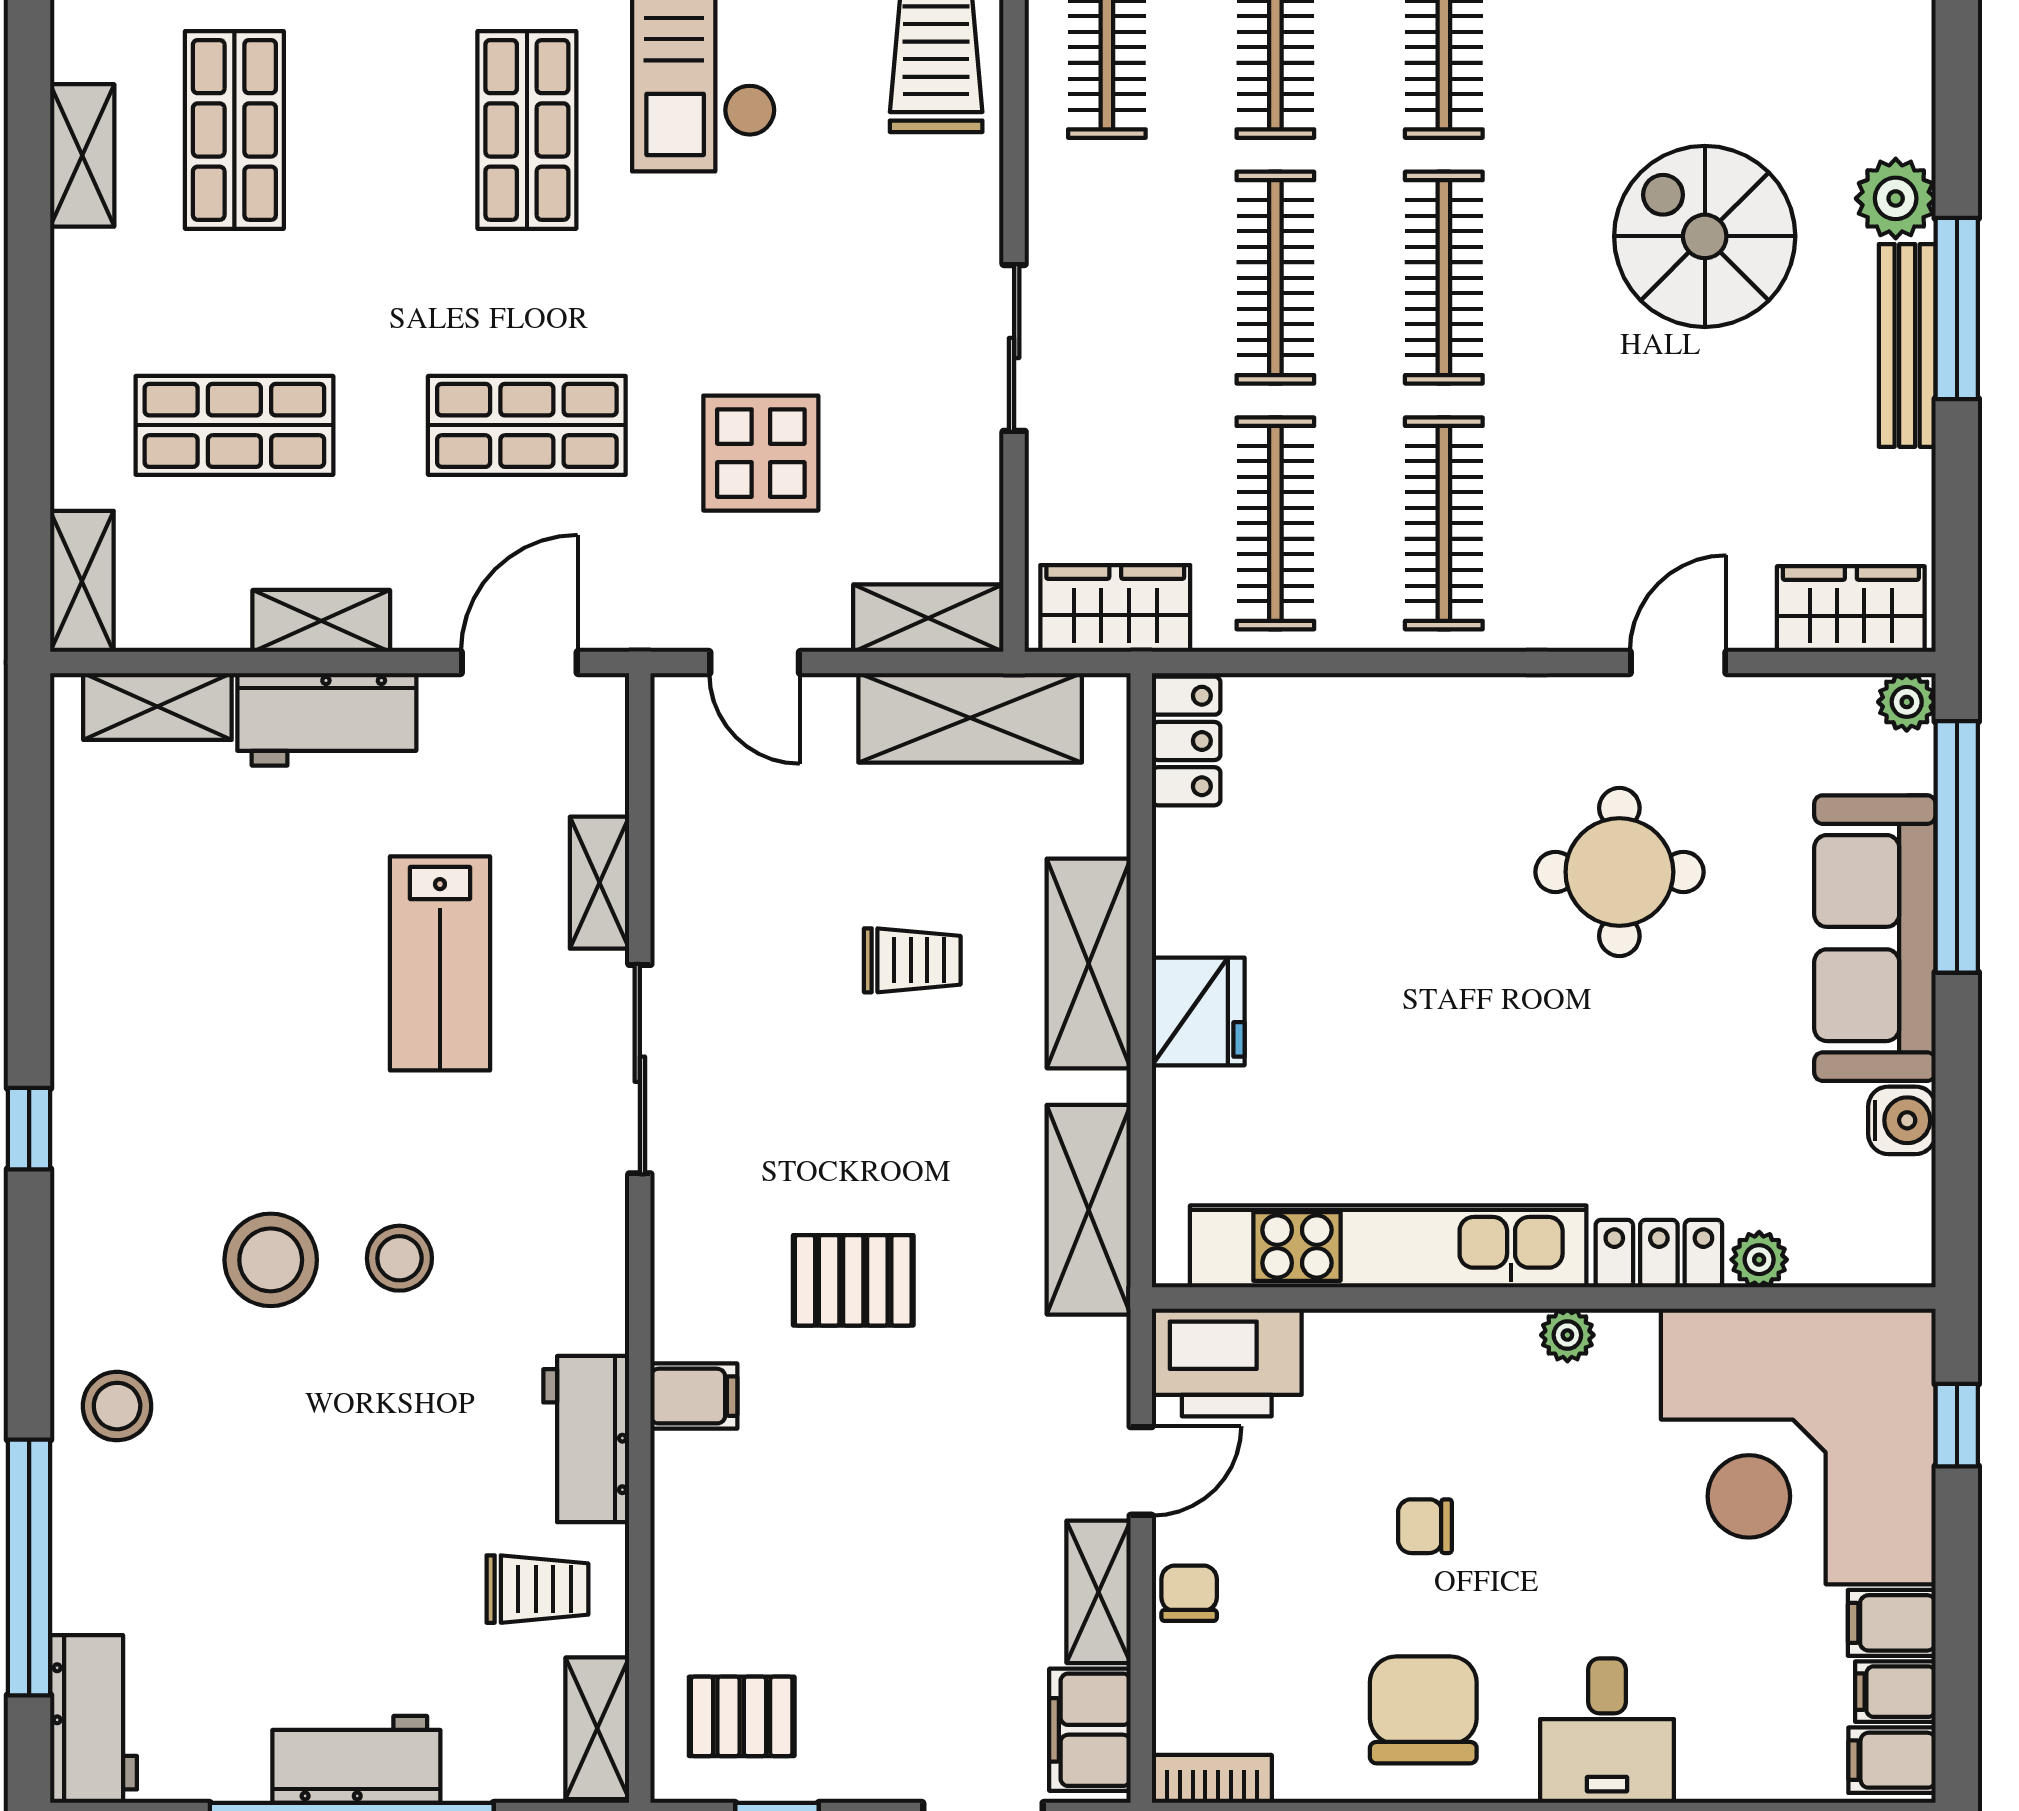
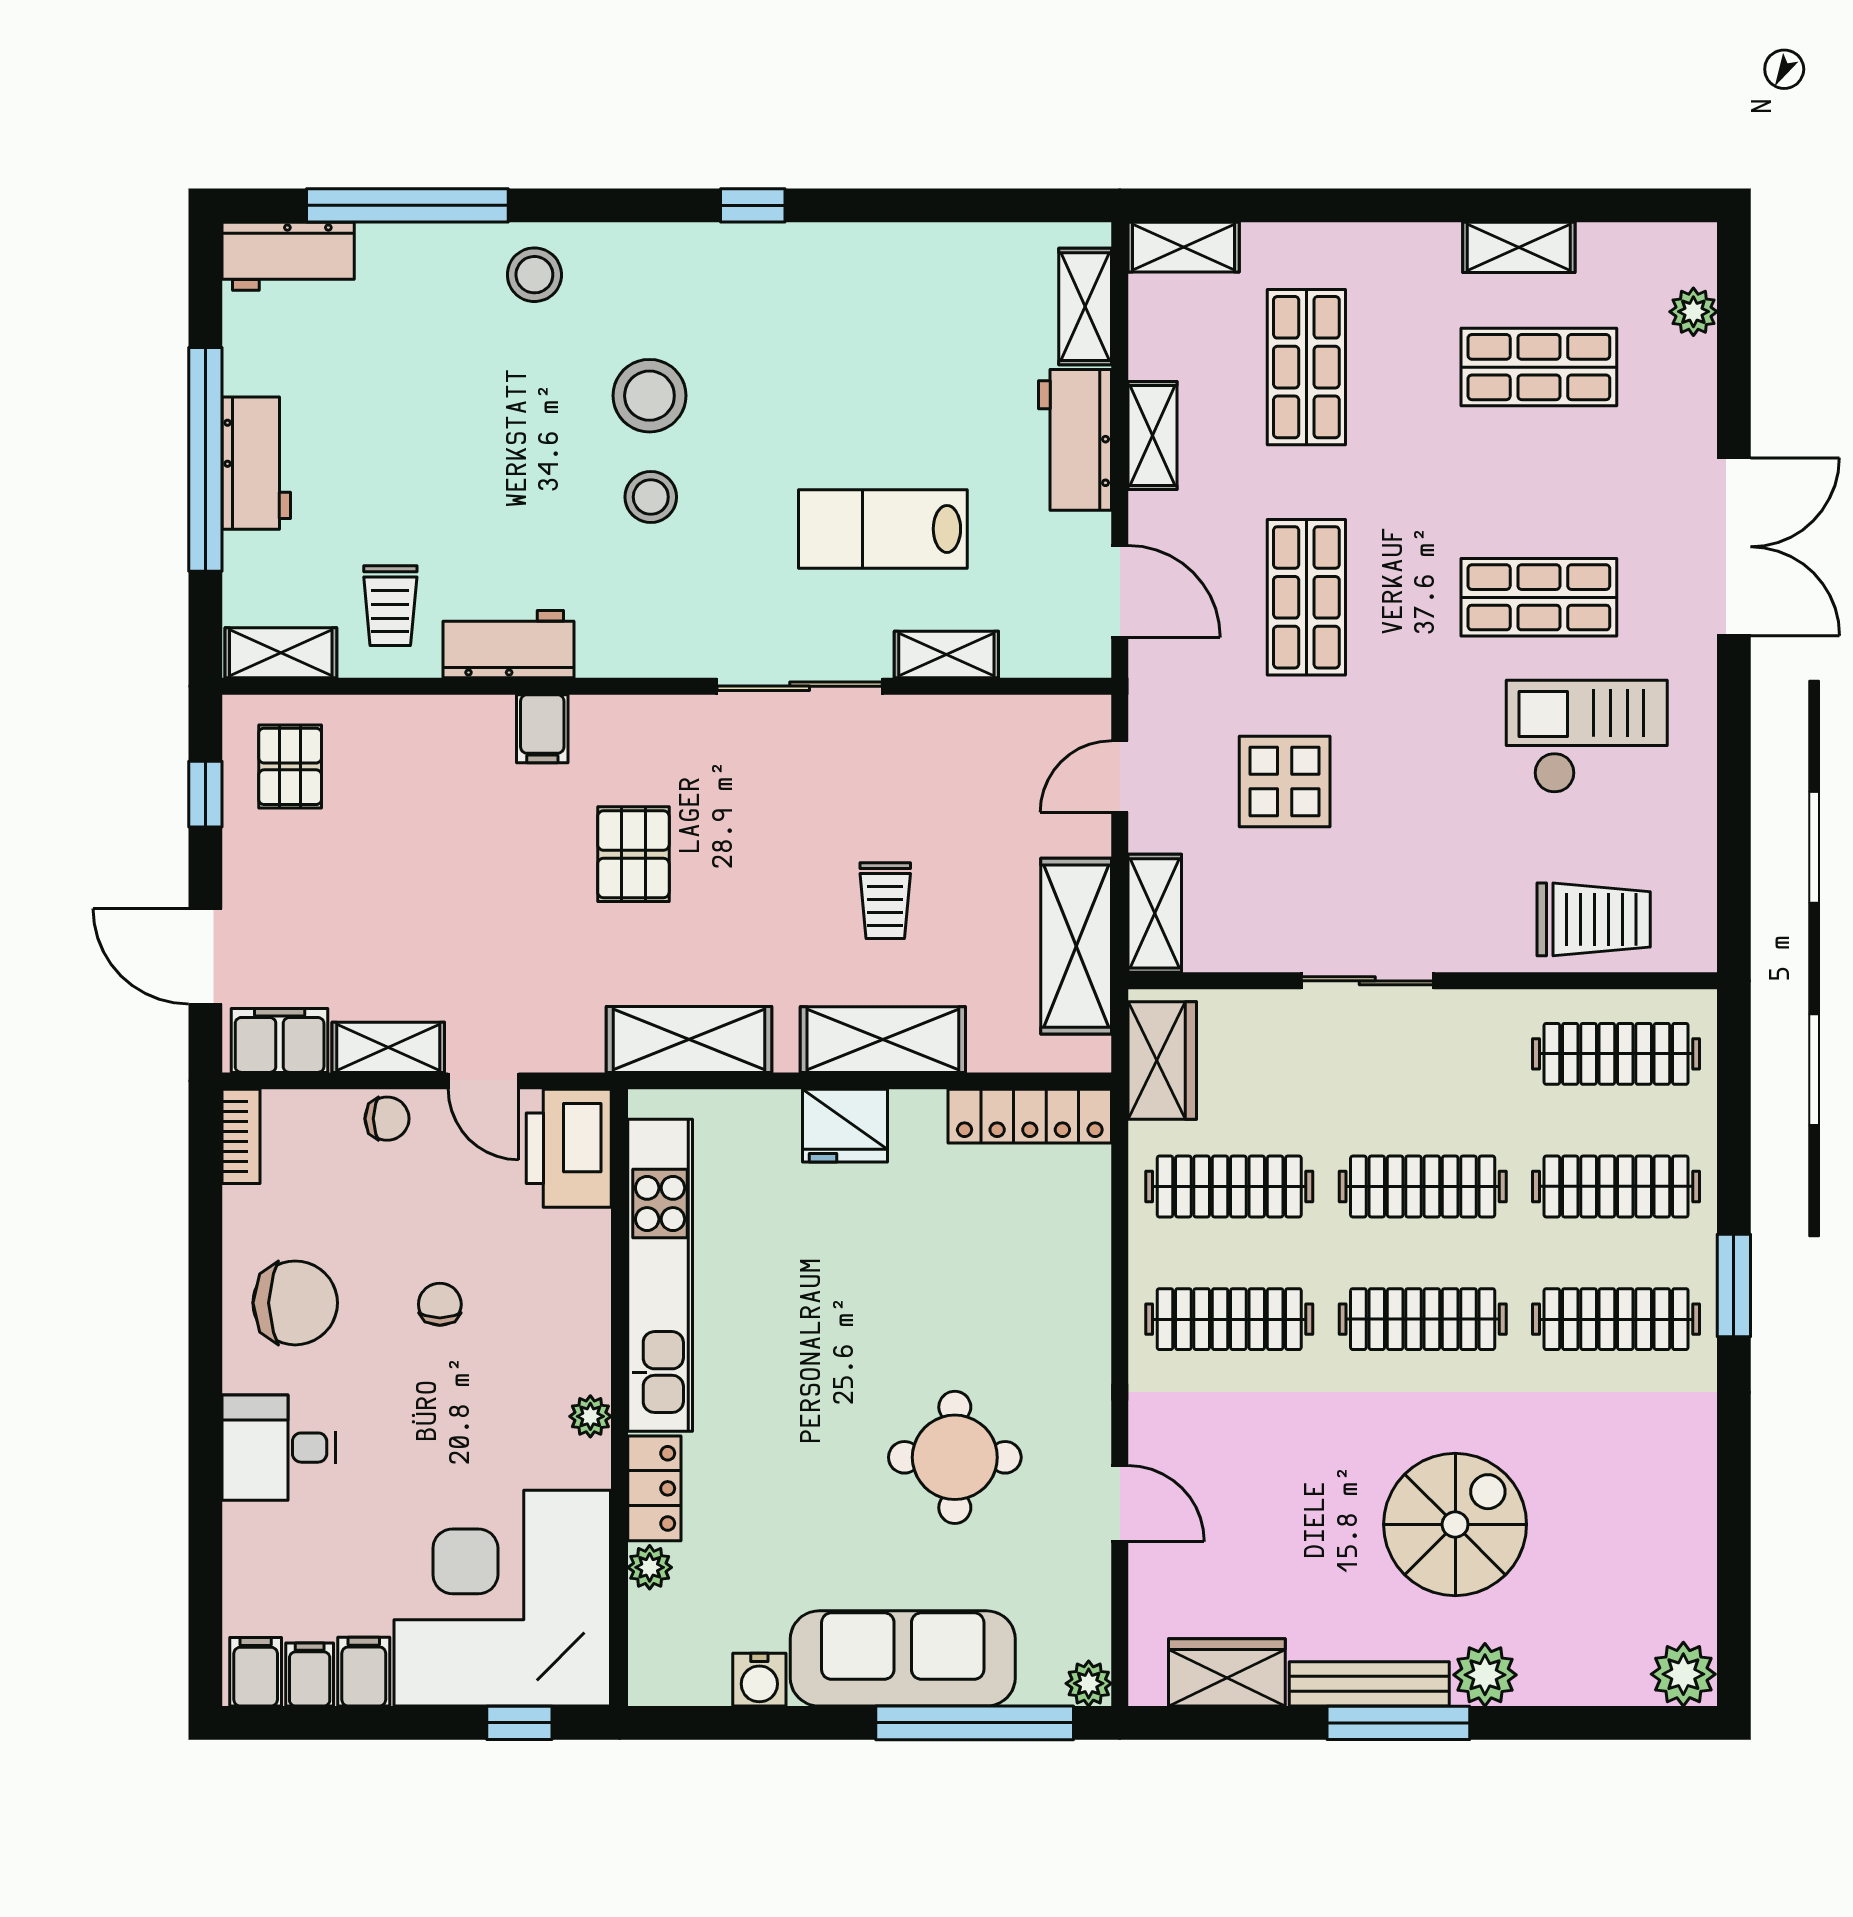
wardrobe: (1851, 609) -> (1227, 1672), moved, turned -90
locker: (1186, 741) -> (1030, 1116), width x1.53

